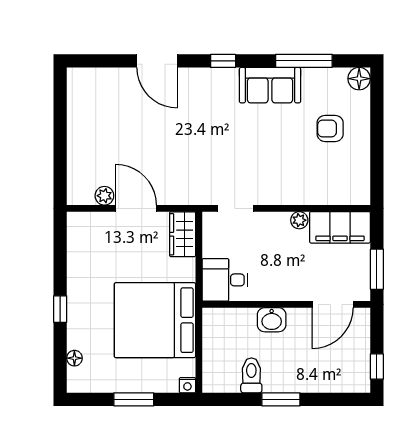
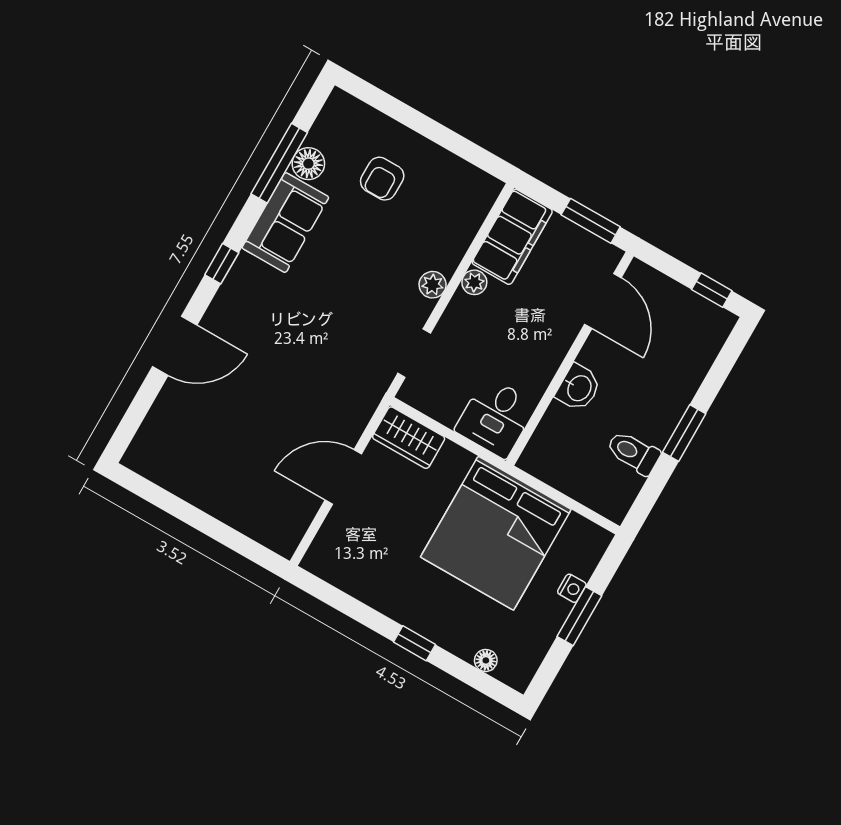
floor lamp: (359, 79) -> (308, 164), moved
plant: (104, 196) -> (433, 285), moved
nightstand: (187, 385) -> (572, 588), moved

